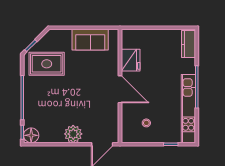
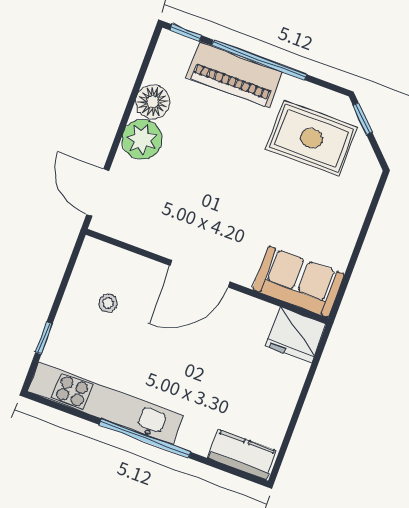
sofa: (90, 40) -> (299, 282), moved, turned 90
fridge: (131, 60) -> (296, 335), moved
rug: (47, 64) -> (312, 138), turned 90
piano: (32, 105) -> (235, 75), added
floor lamp: (31, 135) -> (153, 102), moved

